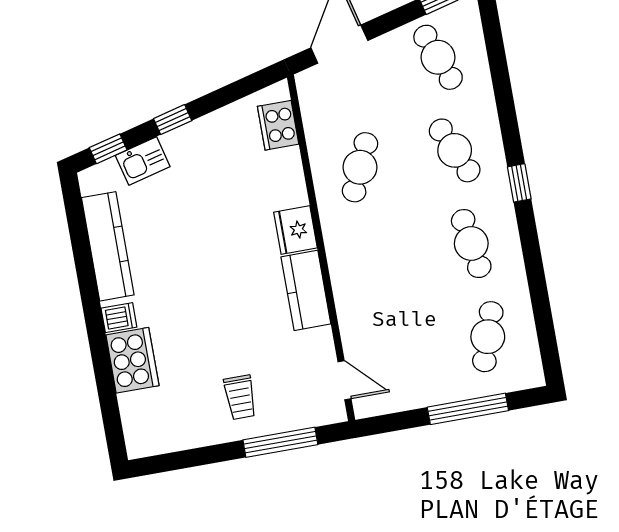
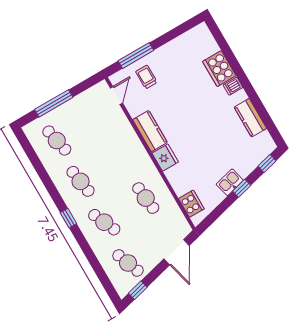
kitchen sink: (143, 161) -> (230, 182), moved
cafe table: (360, 167) -> (146, 198), turned -30
kitchen counter: (108, 246) -> (250, 118), width x0.67
cafe table: (488, 337) -> (57, 141), turned -30
door: (345, 380) -> (116, 96), swing flipped
trolley: (240, 397) -> (146, 77), moved

